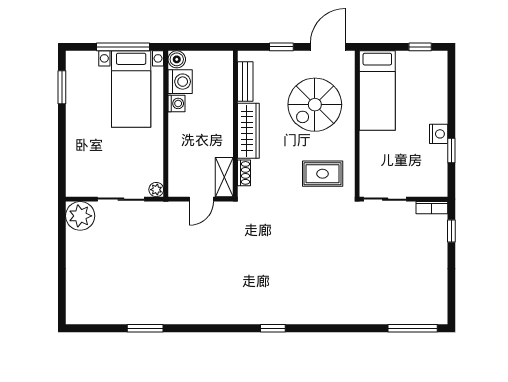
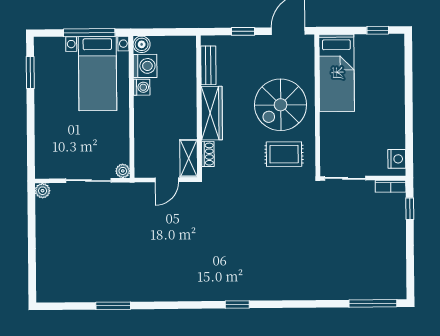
spiral stairs: (315, 105) -> (281, 105), moved
nightstand: (439, 134) -> (397, 159), moved
window: (451, 151) -> (409, 131), removed
plant: (80, 216) -> (43, 191), width x0.53, depth x0.53

